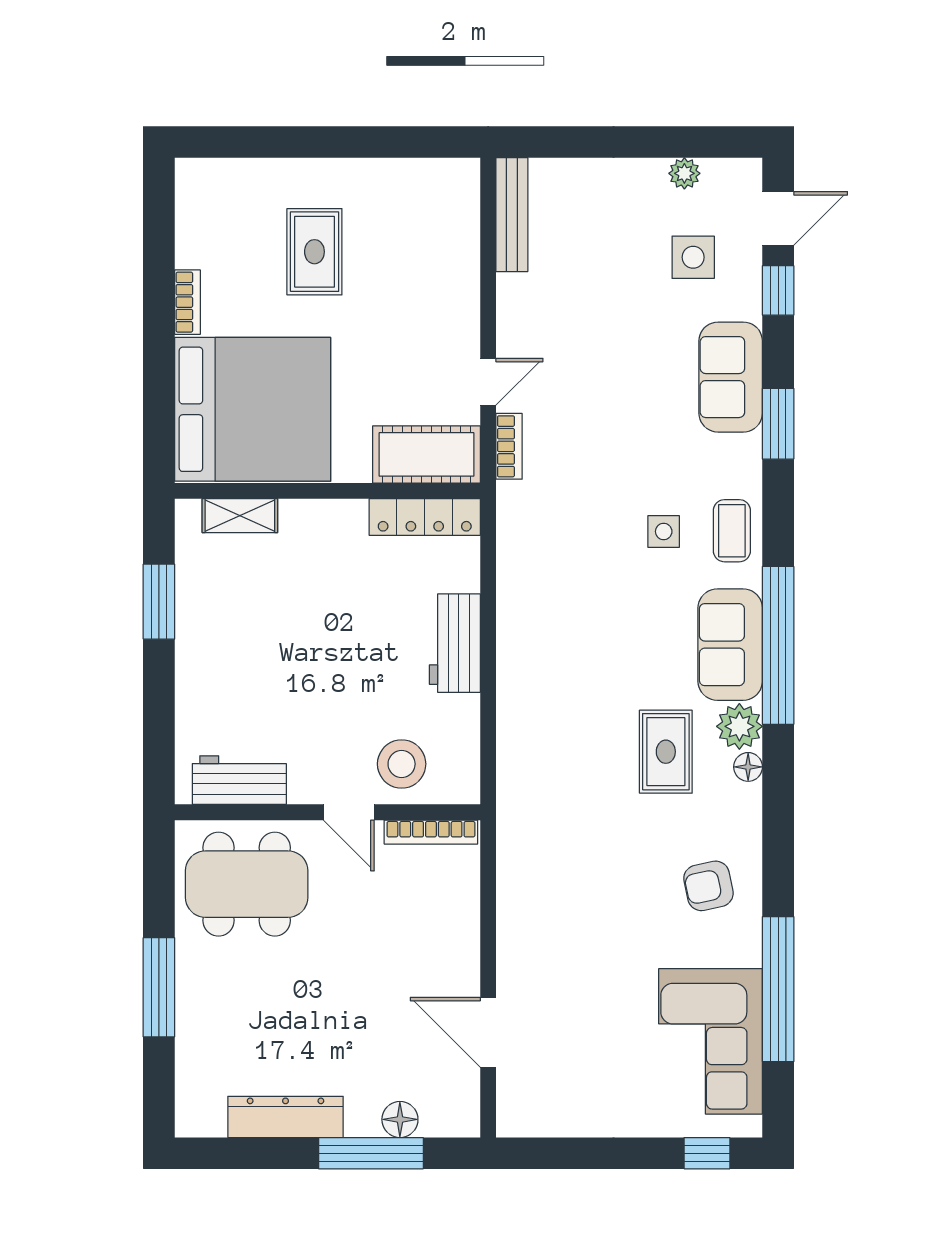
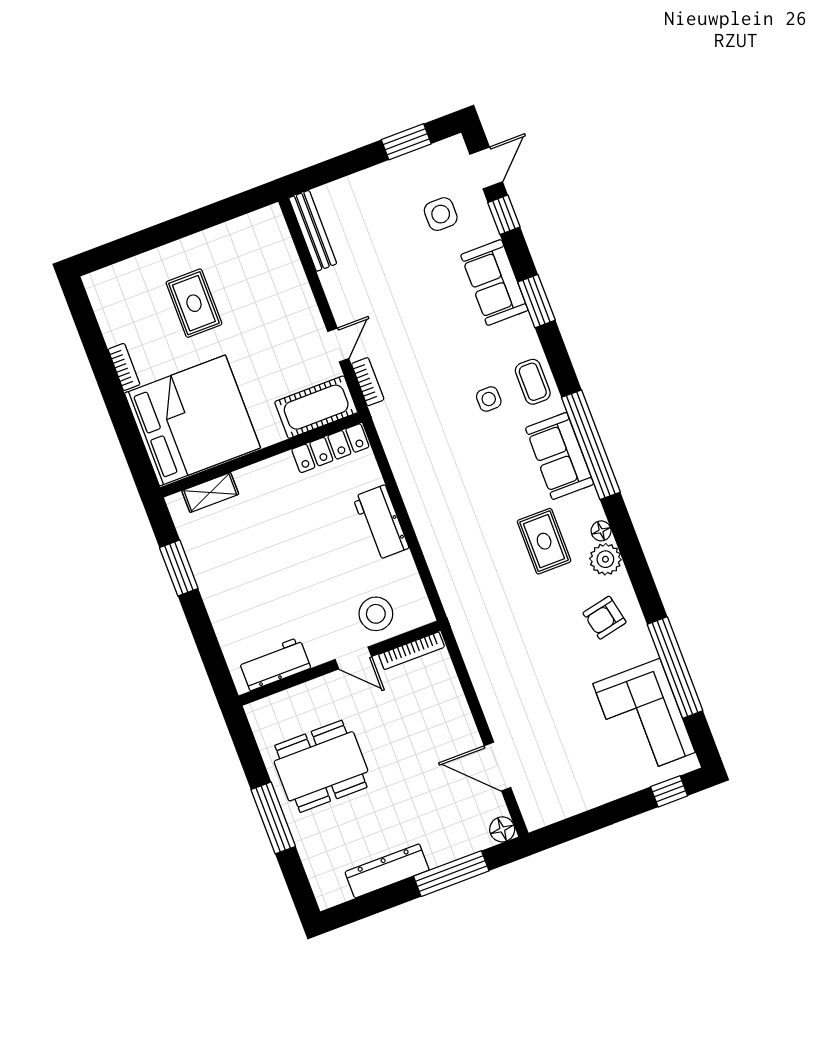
window: (683, 142) -> (406, 142), added
plant: (684, 173) -> (415, 162), removed
plant: (739, 726) -> (605, 559), moved
dining table: (247, 884) -> (321, 766), moved
floor lamp: (400, 1119) -> (502, 829), moved

